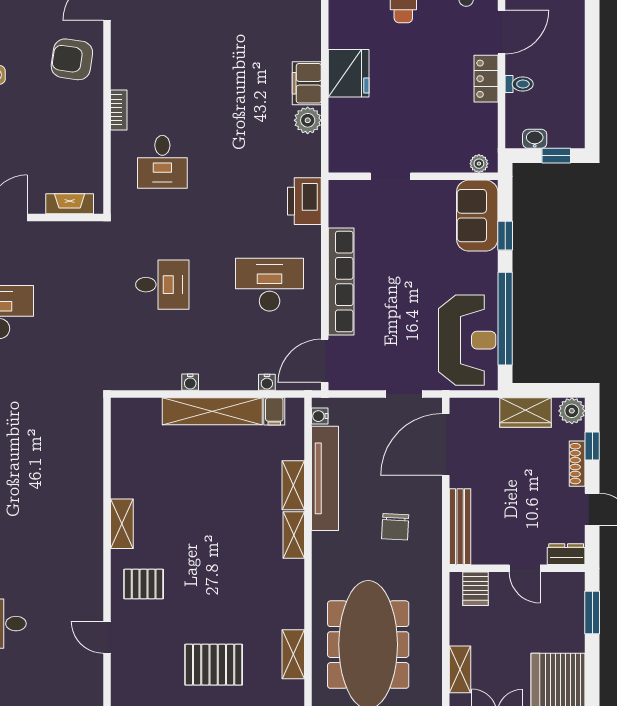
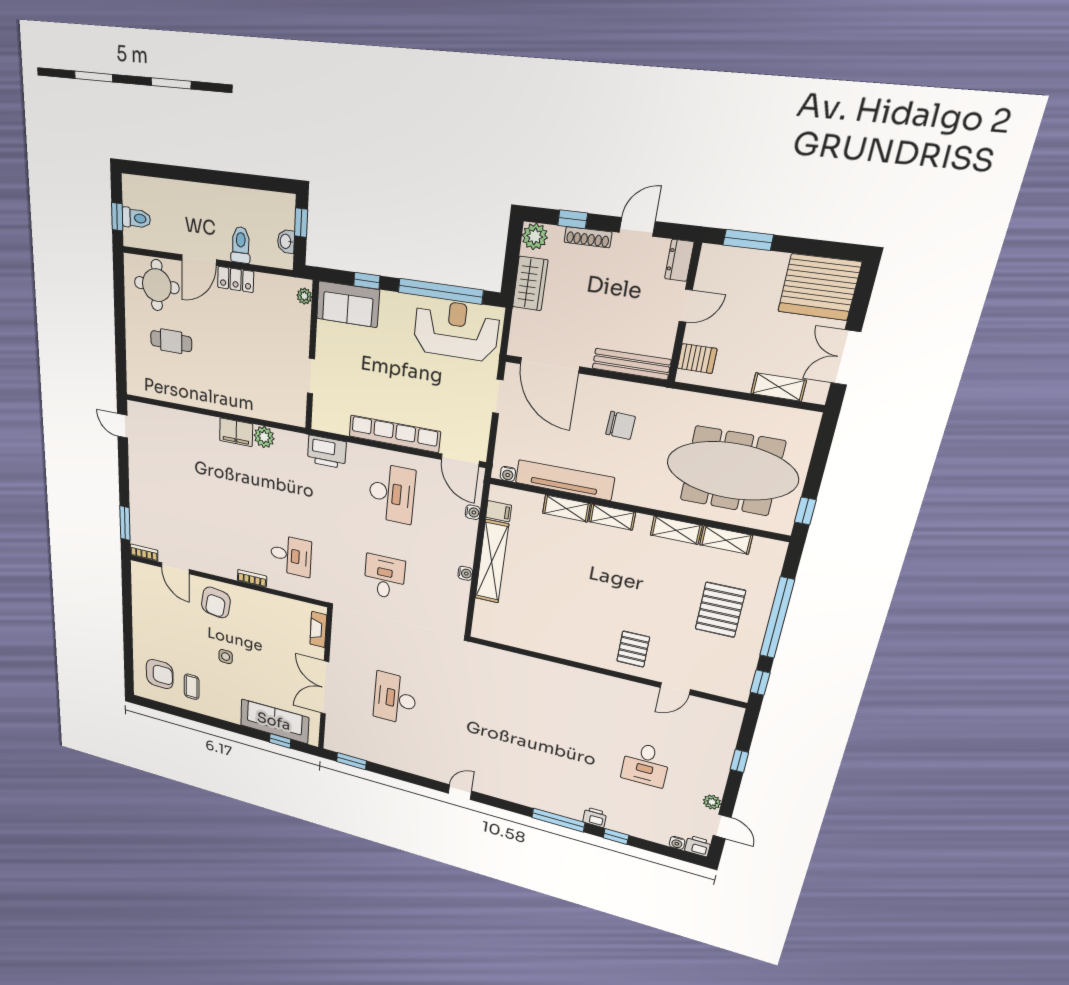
door: (501, 32) -> (199, 260), swing flipped
fridge: (349, 73) -> (229, 397), removed
toilet: (519, 84) -> (241, 245), width x1.37, depth x1.39
desk: (270, 285) -> (392, 494), turned 180
shelving: (122, 524) -> (676, 530), moved

